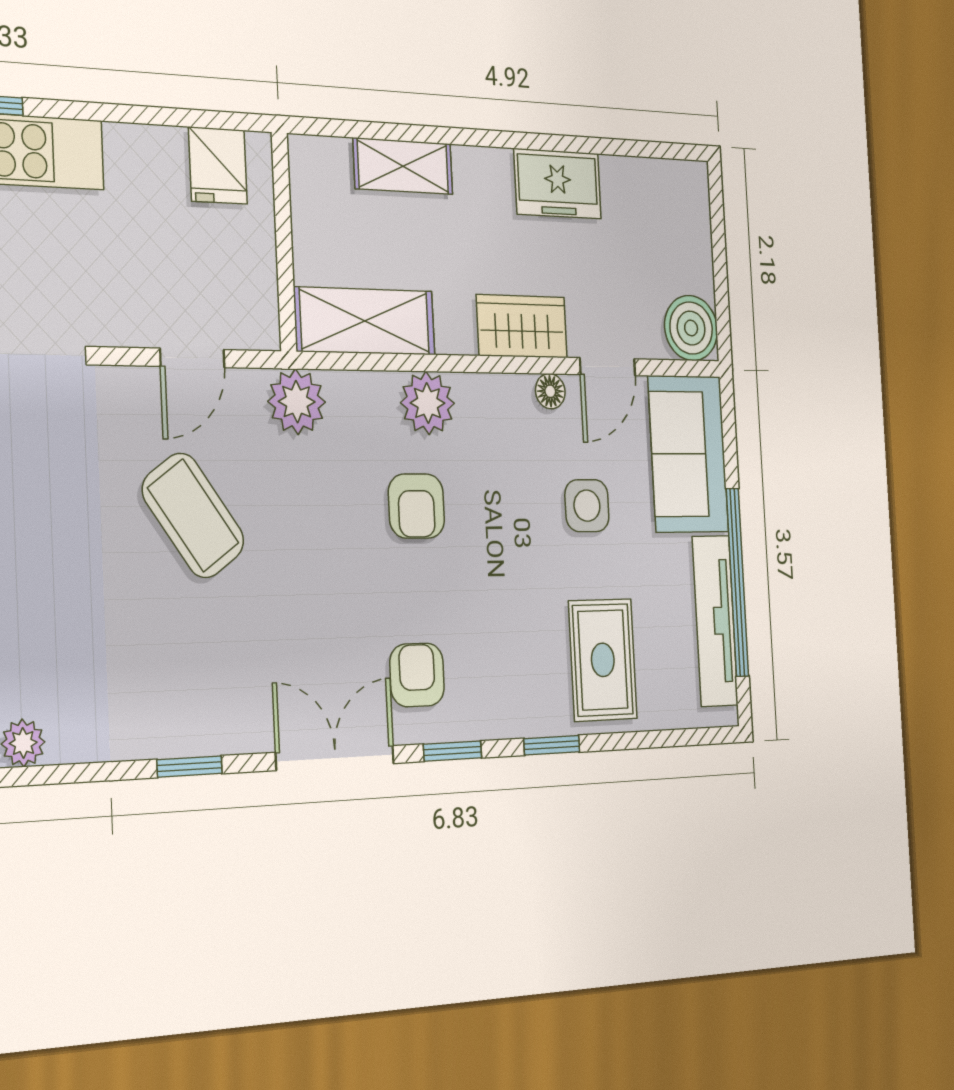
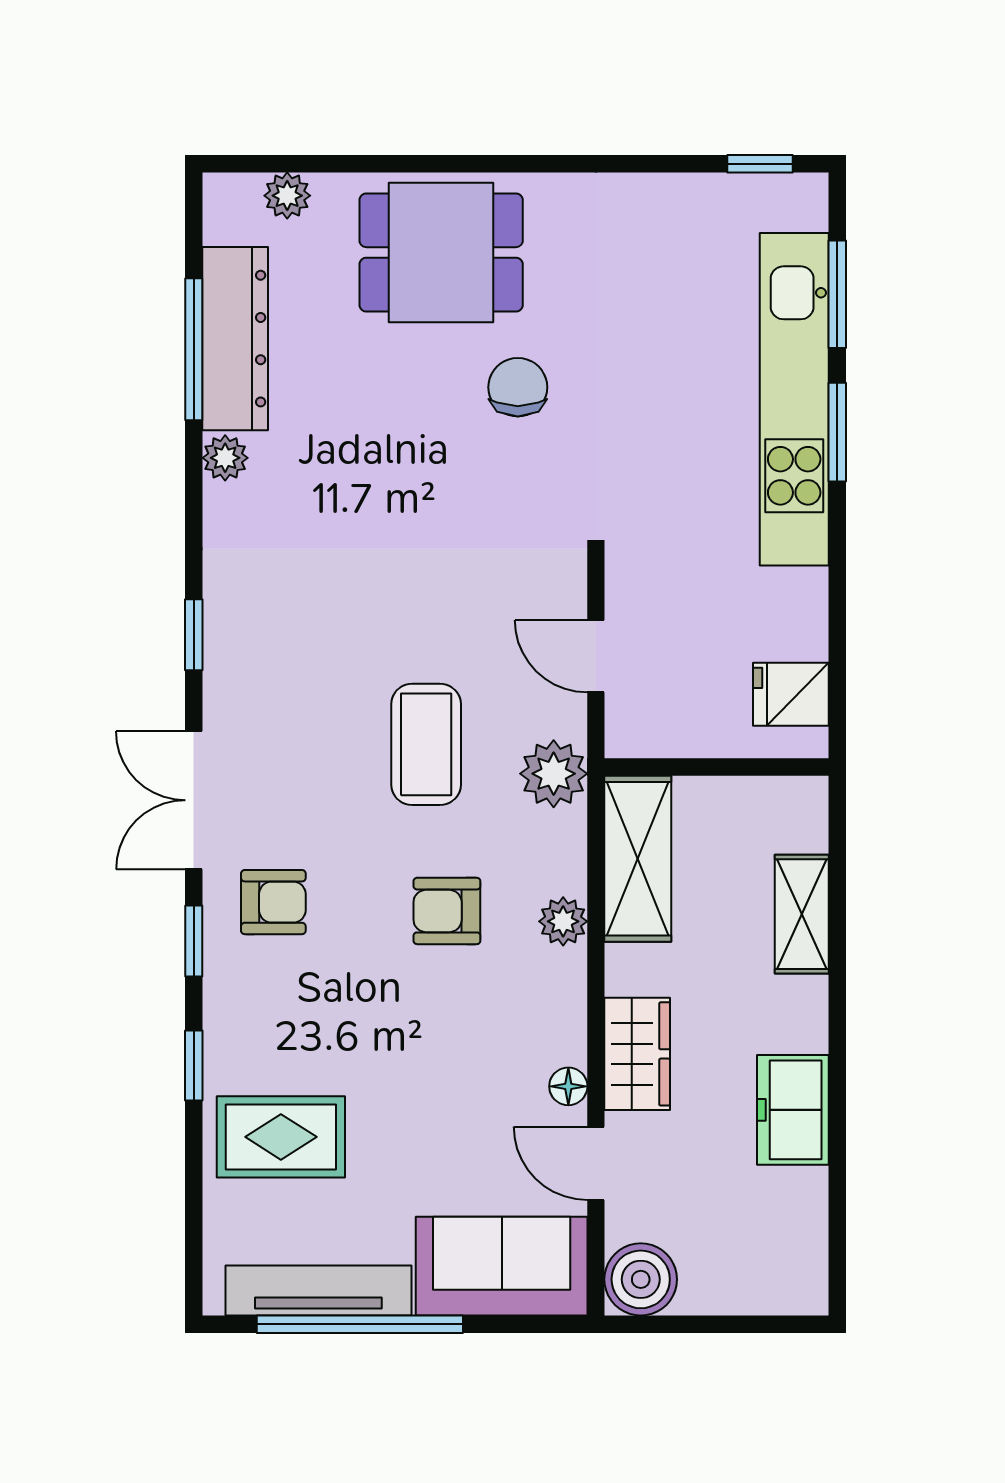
plant: (427, 403) -> (563, 921), width x0.73, depth x0.73
side table: (587, 506) -> (446, 1127), removed
coffee table: (193, 515) -> (426, 744), moved, turned -55
double door: (335, 758) -> (194, 800), swing flipped

